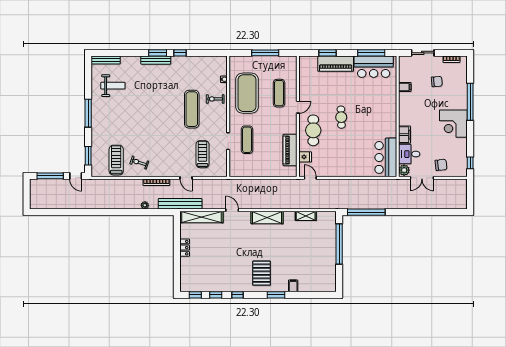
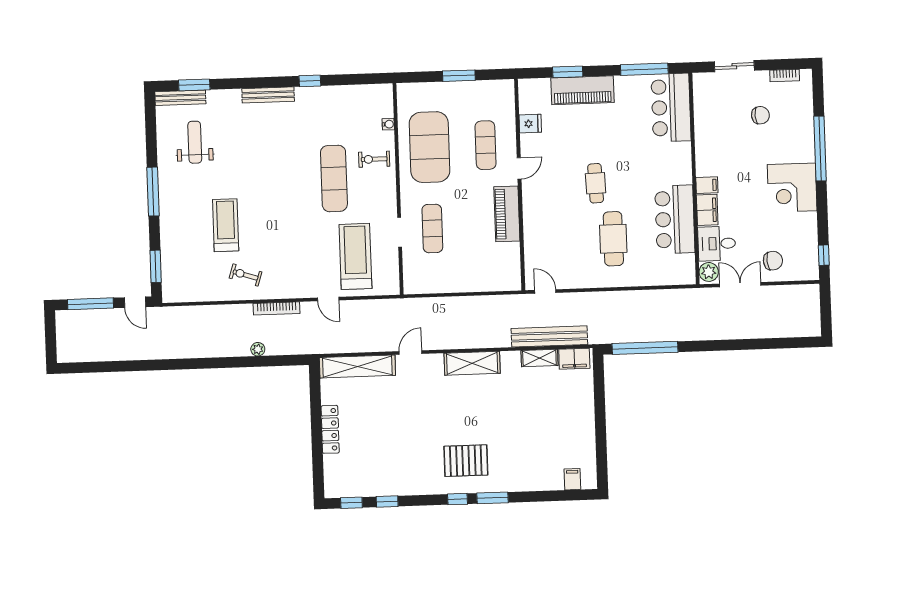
window: (158, 53) -> (194, 85), moved
window: (265, 53) -> (459, 76), width x0.69
bar counter: (374, 67) -> (671, 108), moved, turned 90
weight bench: (113, 86) -> (195, 142), turned -90
filing cabinet: (405, 87) -> (707, 185), moved
cafe table: (313, 130) -> (613, 239), moved
piano: (290, 150) -> (507, 214), moved
treadmill: (202, 154) -> (355, 256), width x1.37, depth x1.38
fridge: (305, 157) -> (530, 124), moved
bar counter: (386, 157) -> (675, 219), moved
treadmill: (116, 160) -> (226, 225), moved
double door: (422, 178) -> (740, 285), swing flipped
bench: (180, 204) -> (549, 336), moved
door: (232, 210) -> (410, 353), hinge flipped
filing cabinet: (326, 217) -> (574, 359), added
window: (339, 244) -> (600, 405), removed
locker: (185, 248) -> (330, 429), width x1.53
pallet: (261, 273) -> (466, 461), turned 90
filing cabinet: (293, 286) -> (572, 479), moved
window: (238, 295) -> (457, 499), moved

